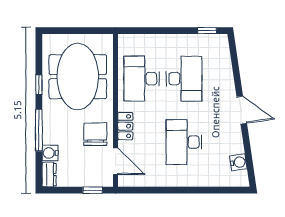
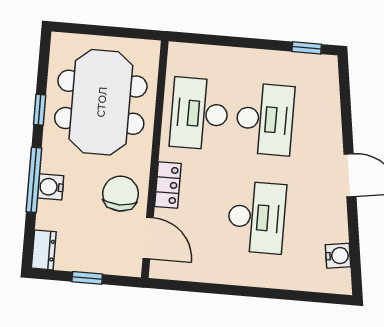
desk: (184, 142) -> (257, 217), turned 180
water cooler: (50, 153) -> (51, 187), moved
window: (93, 190) -> (87, 278), moved

